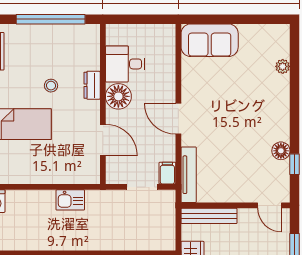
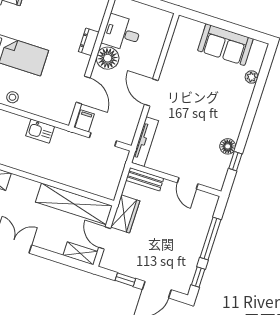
sofa: (210, 40) -> (225, 45), moved
stool: (51, 86) -> (12, 97), moved
filing cabinet: (167, 173) -> (85, 121), moved
door: (269, 205) -> (188, 183), moved
bench: (209, 216) -> (145, 179), width x0.73

